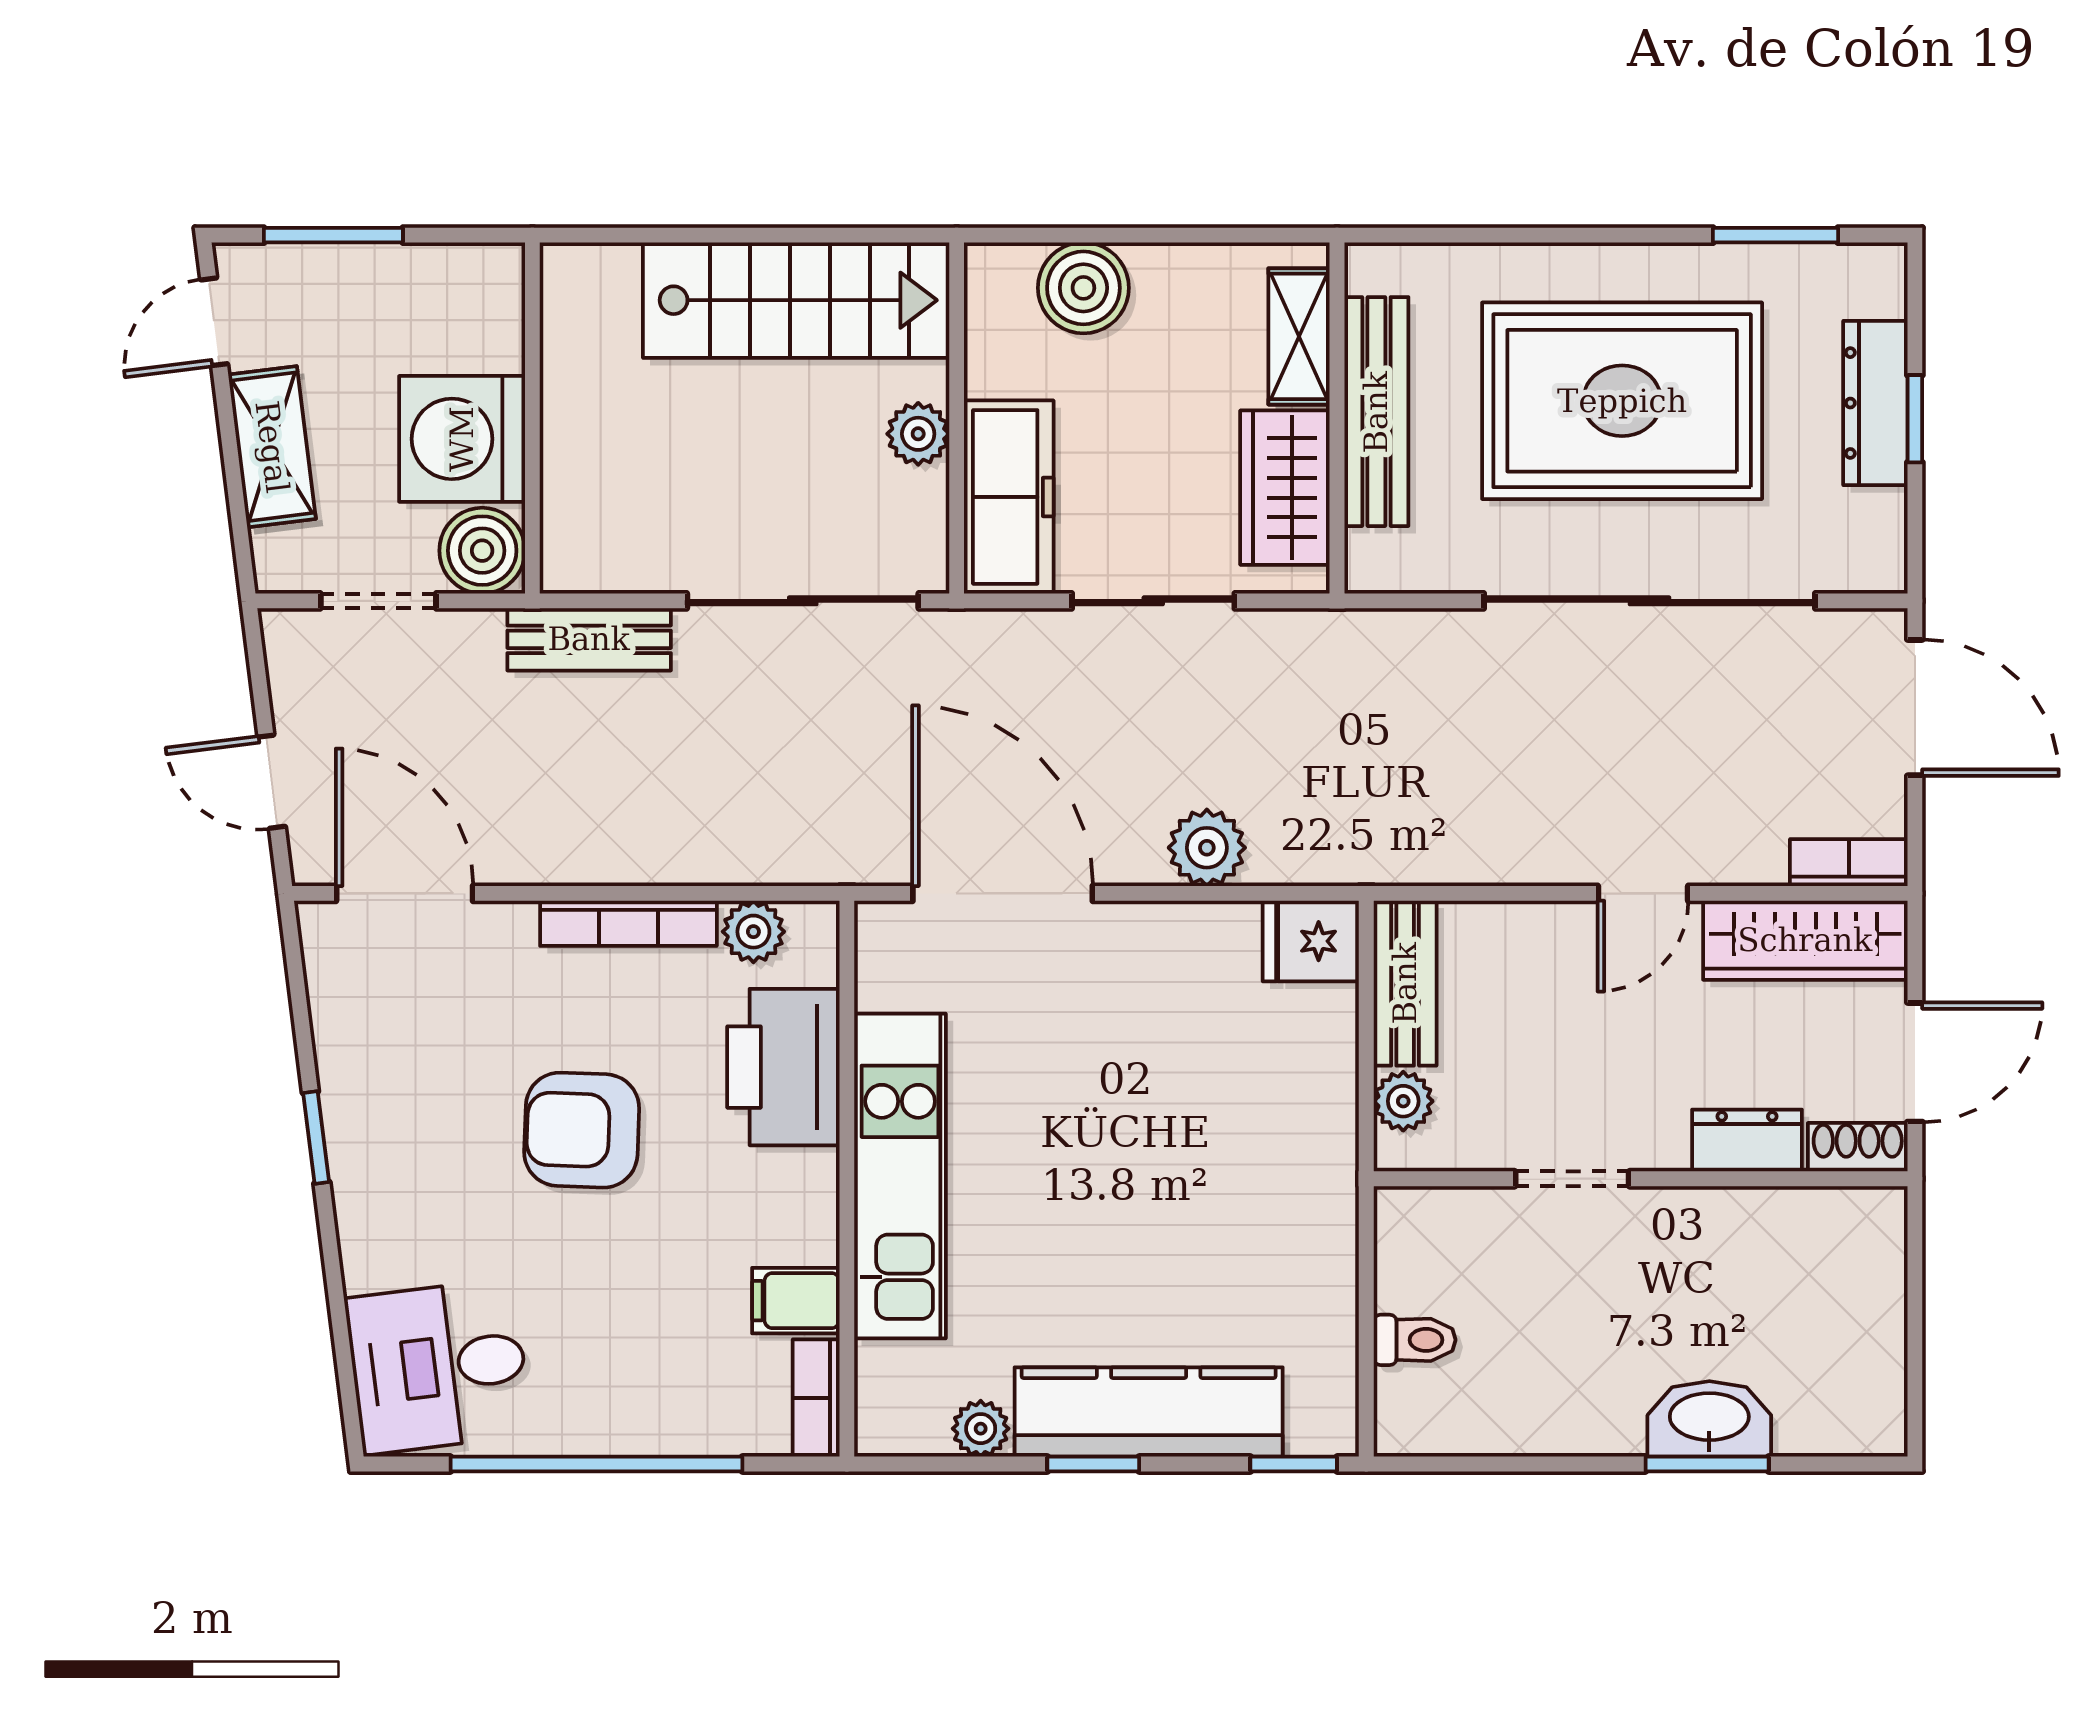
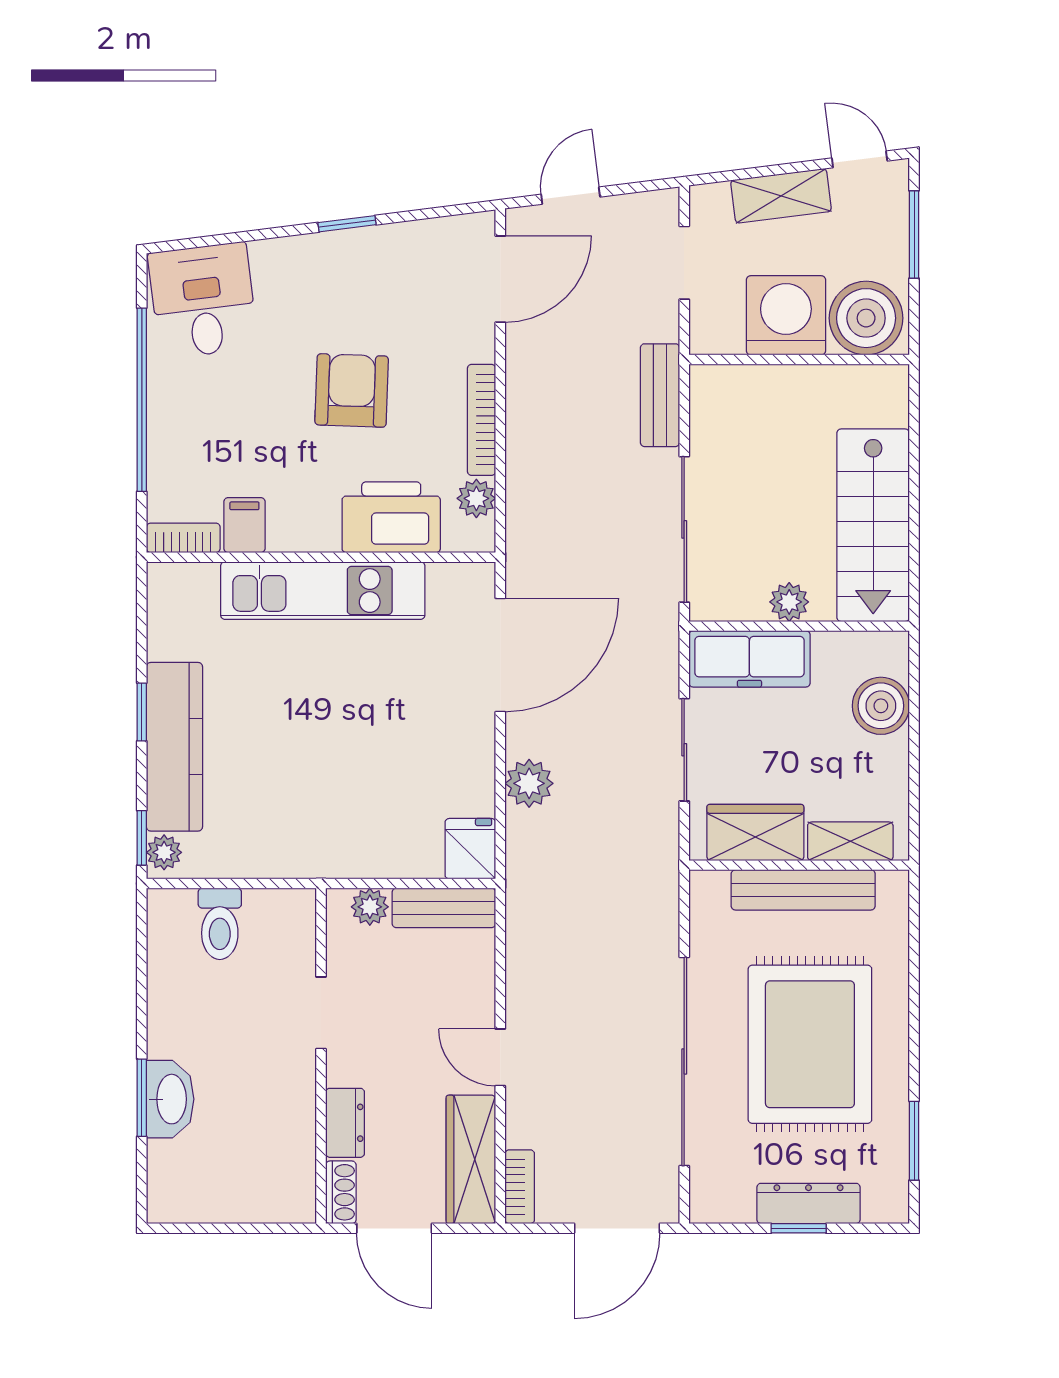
boiler: (482, 551) -> (866, 318), moved, width x1.37, depth x1.37
toilet: (1415, 1340) -> (220, 924), width x1.37, depth x1.39
plant: (981, 1429) -> (164, 852), moved

